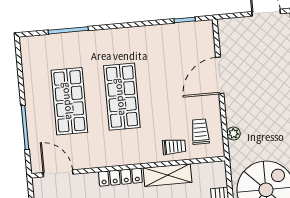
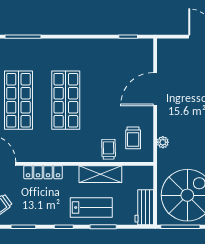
trolley: (200, 132) -> (133, 138), turned 180
trolley: (174, 147) -> (109, 149), turned -91
locker: (120, 177) -> (43, 172), moved

